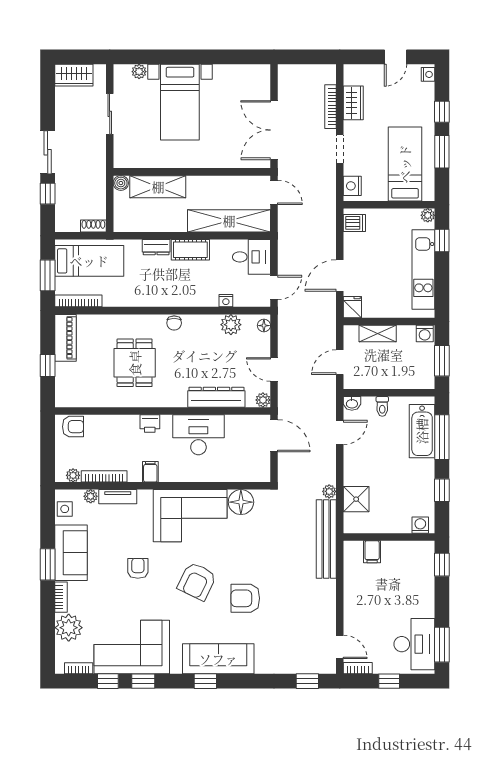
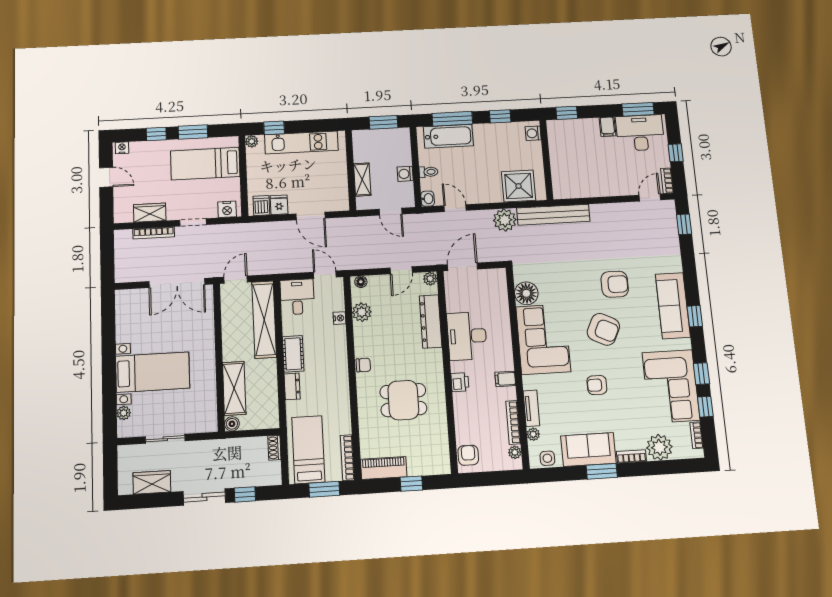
wardrobe: (74, 75) -> (152, 482), moved, turned -90
fridge: (352, 307) -> (279, 205), moved, turned 90
washing machine: (425, 334) -> (405, 174), moved, turned 180
plant: (329, 491) -> (505, 220), width x1.87, depth x1.87
shower: (356, 499) -> (519, 186), width x1.36, depth x1.36
filing cabinet: (372, 552) -> (608, 127), moved, turned 90
armchair: (245, 598) -> (615, 284), turned -90

